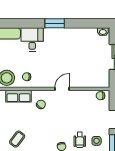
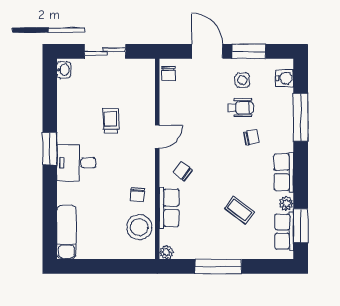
desk: (32, 39) -> (76, 163), moved
trolley: (72, 60) -> (111, 121), added
door: (62, 89) -> (157, 137), swing flipped

